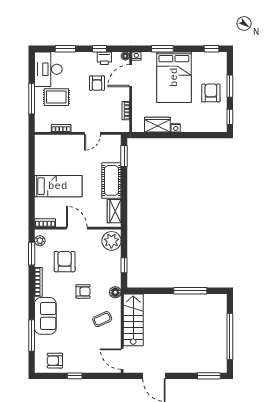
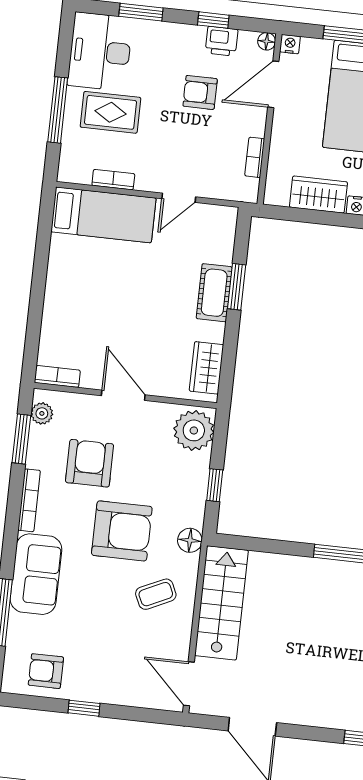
armchair: (97, 83) -> (200, 92), turned 90
window: (124, 156) -> (237, 287), moved
cot: (111, 180) -> (214, 293), width x0.73, depth x0.75
bed: (58, 186) -> (103, 215), moved
armchair: (83, 291) -> (122, 531), width x1.88, depth x1.88

